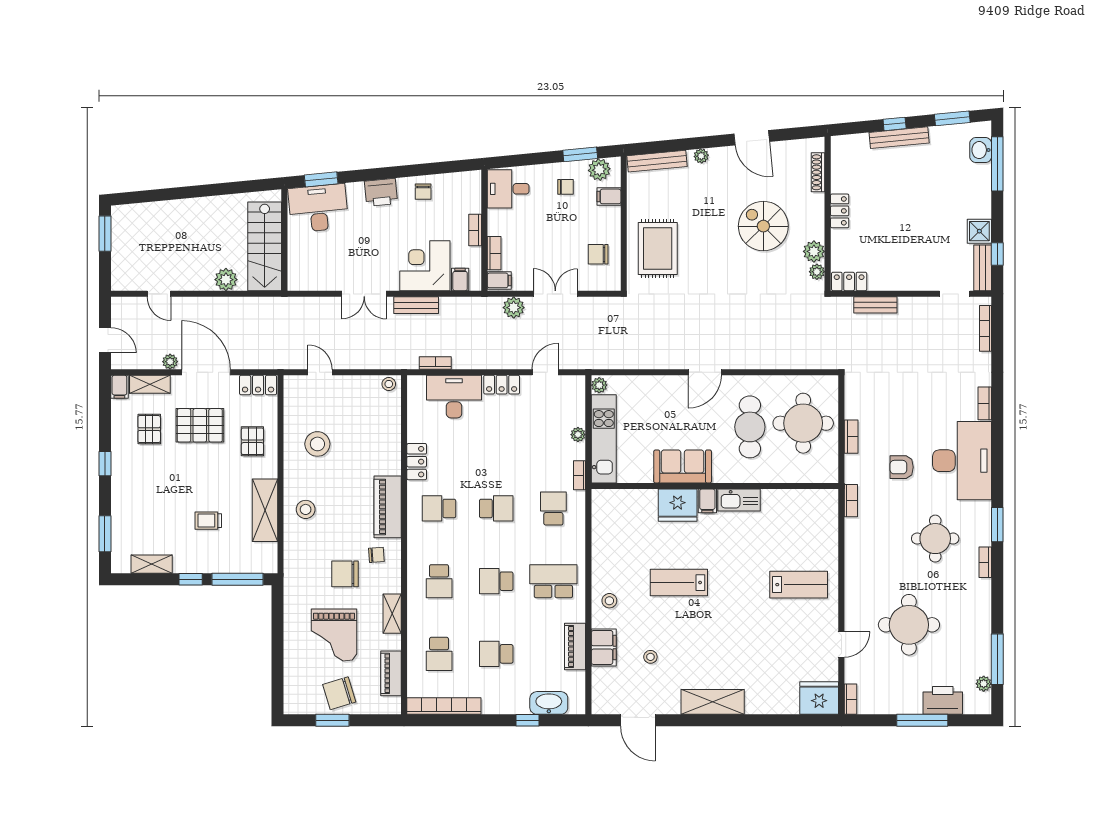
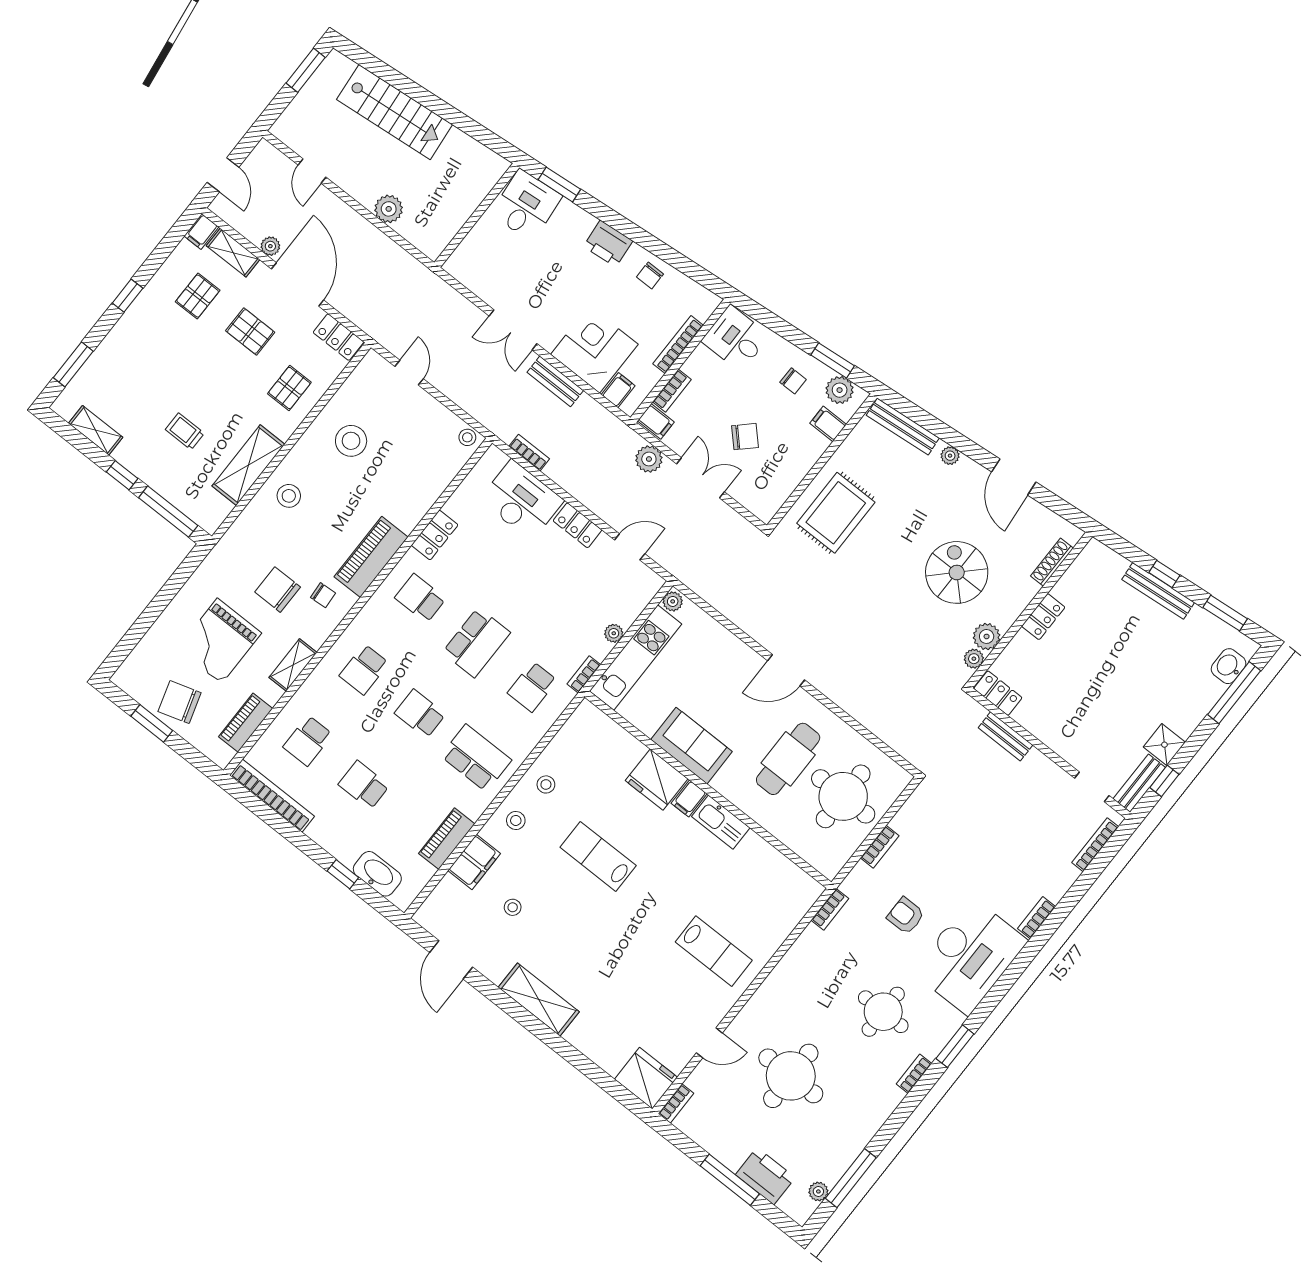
desk: (318, 208) -> (526, 205), width x0.73
bookcase: (475, 230) -> (678, 345), width x1.56
stairs: (265, 246) -> (395, 112), moved, turned -96
chair: (598, 254) -> (745, 437), moved, turned 136
pallet: (200, 425) -> (250, 332), width x0.67, depth x0.71
school desk: (496, 508) -> (476, 642), width x1.85
school desk: (553, 508) -> (532, 687), turned 180
stool: (610, 563) -> (546, 784), added

